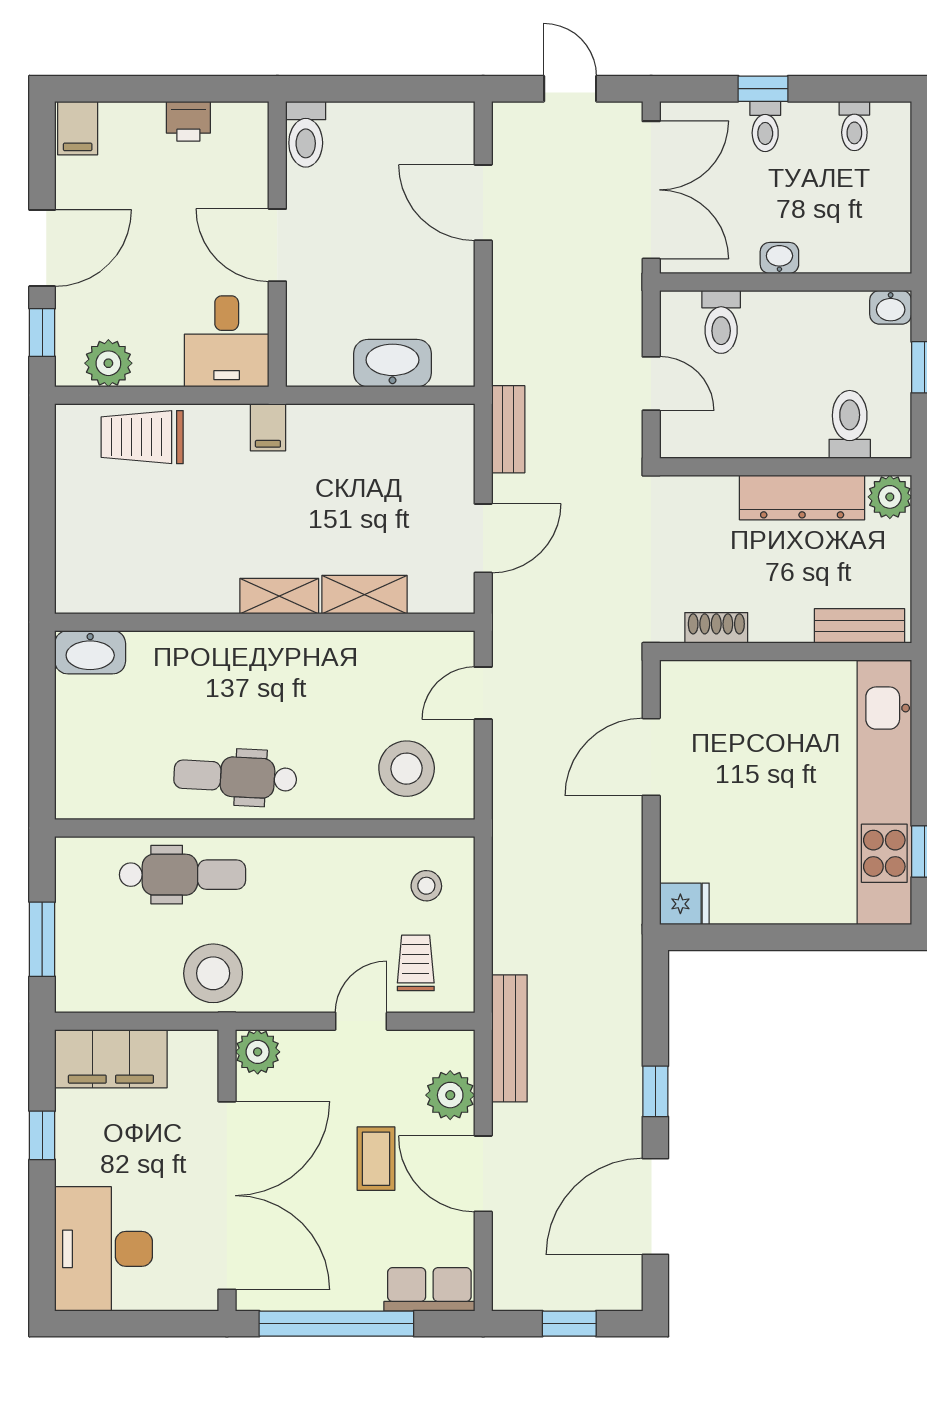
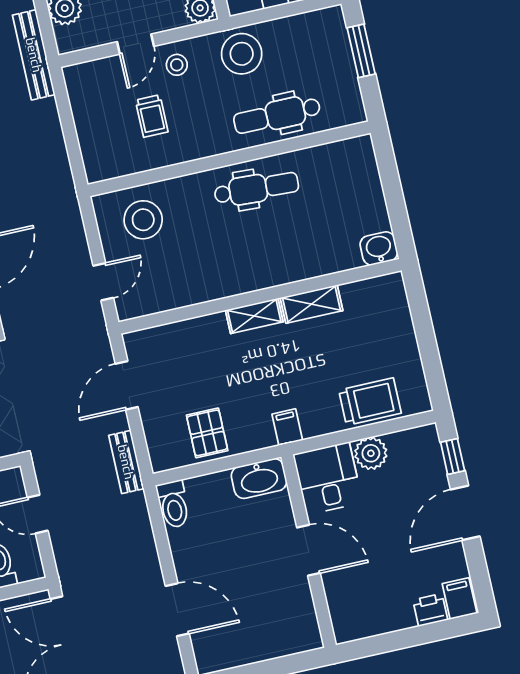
printer: (188, 121) -> (430, 610), moved
toilet: (306, 134) -> (173, 504), moved, turned 180
plant: (108, 363) -> (371, 453), moved
washbasin: (392, 363) -> (259, 479), moved
pallet: (384, 445) -> (207, 433), added
shelving: (365, 595) -> (311, 304), moved
washbasin: (90, 652) -> (379, 248), width x0.72
stool: (426, 886) -> (177, 65), moved
trolley: (416, 963) -> (152, 116), moved

